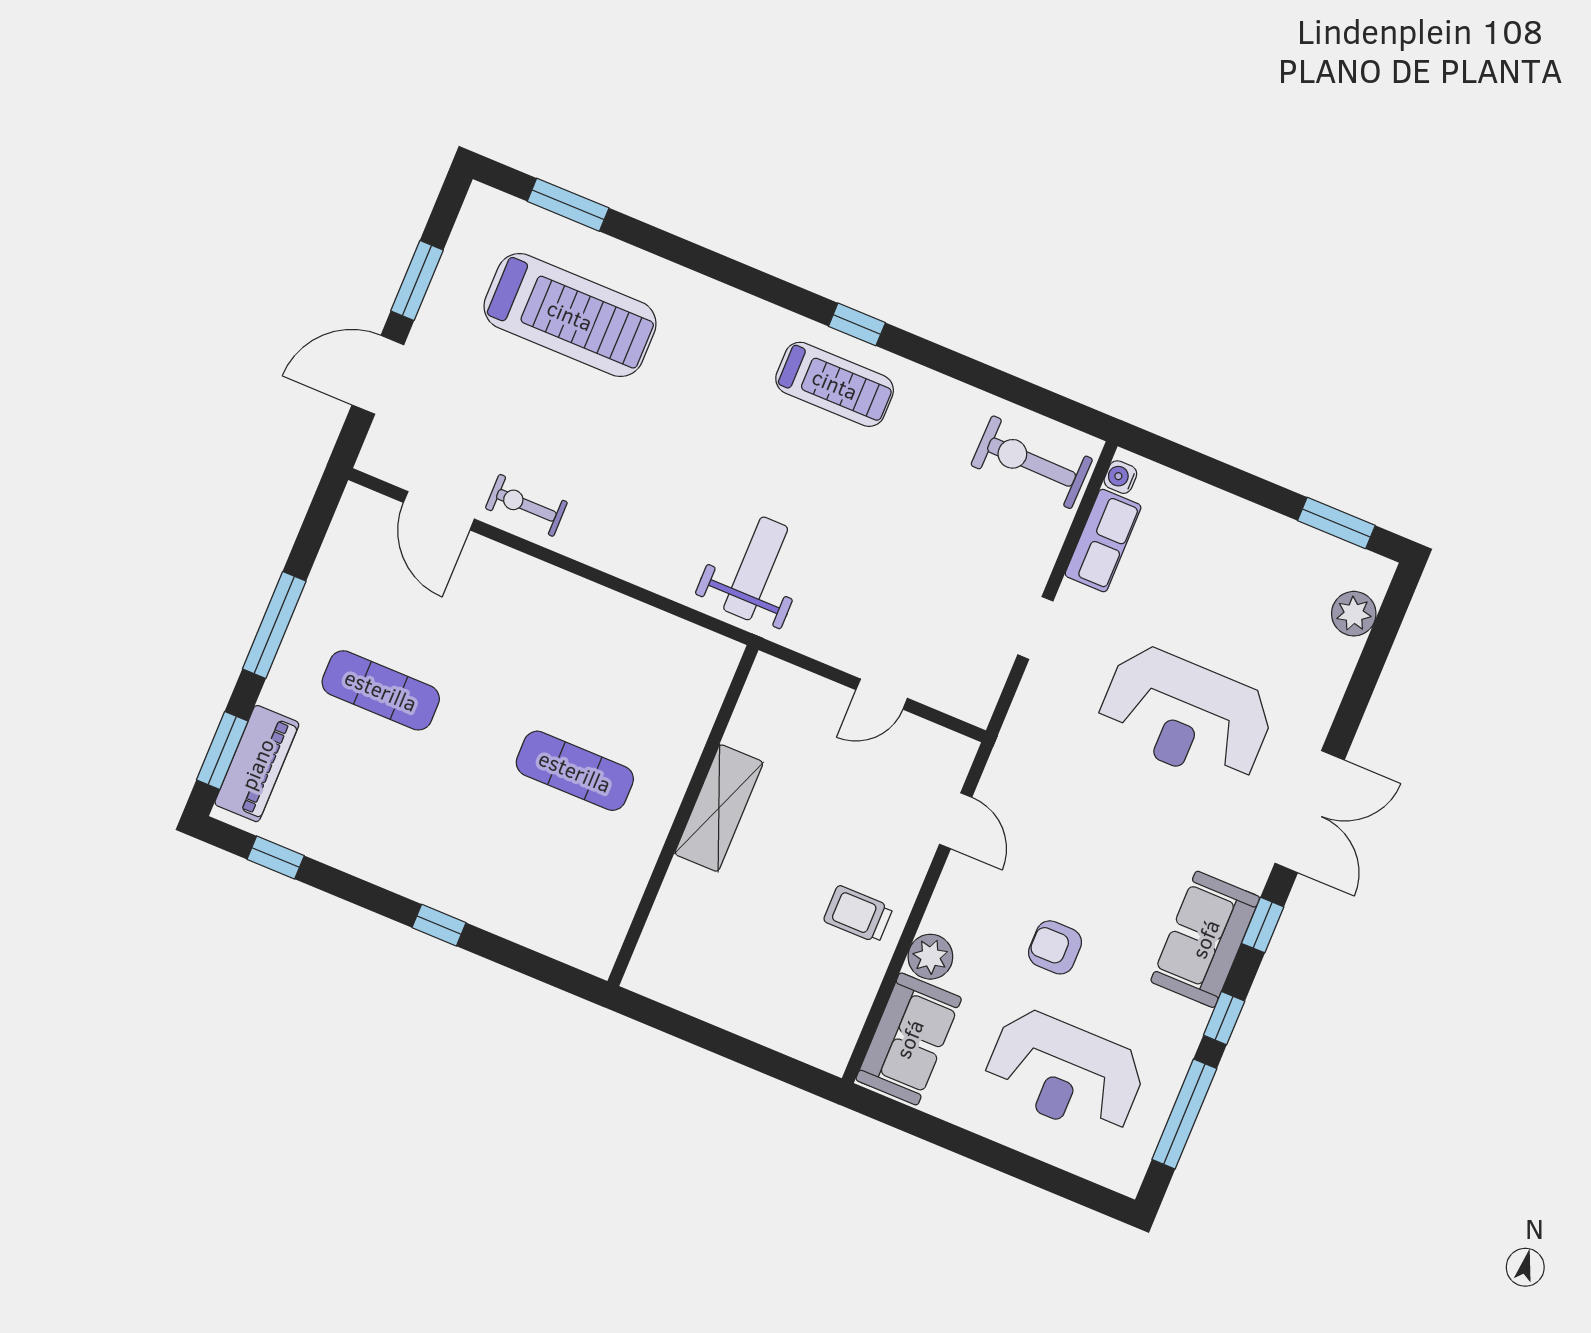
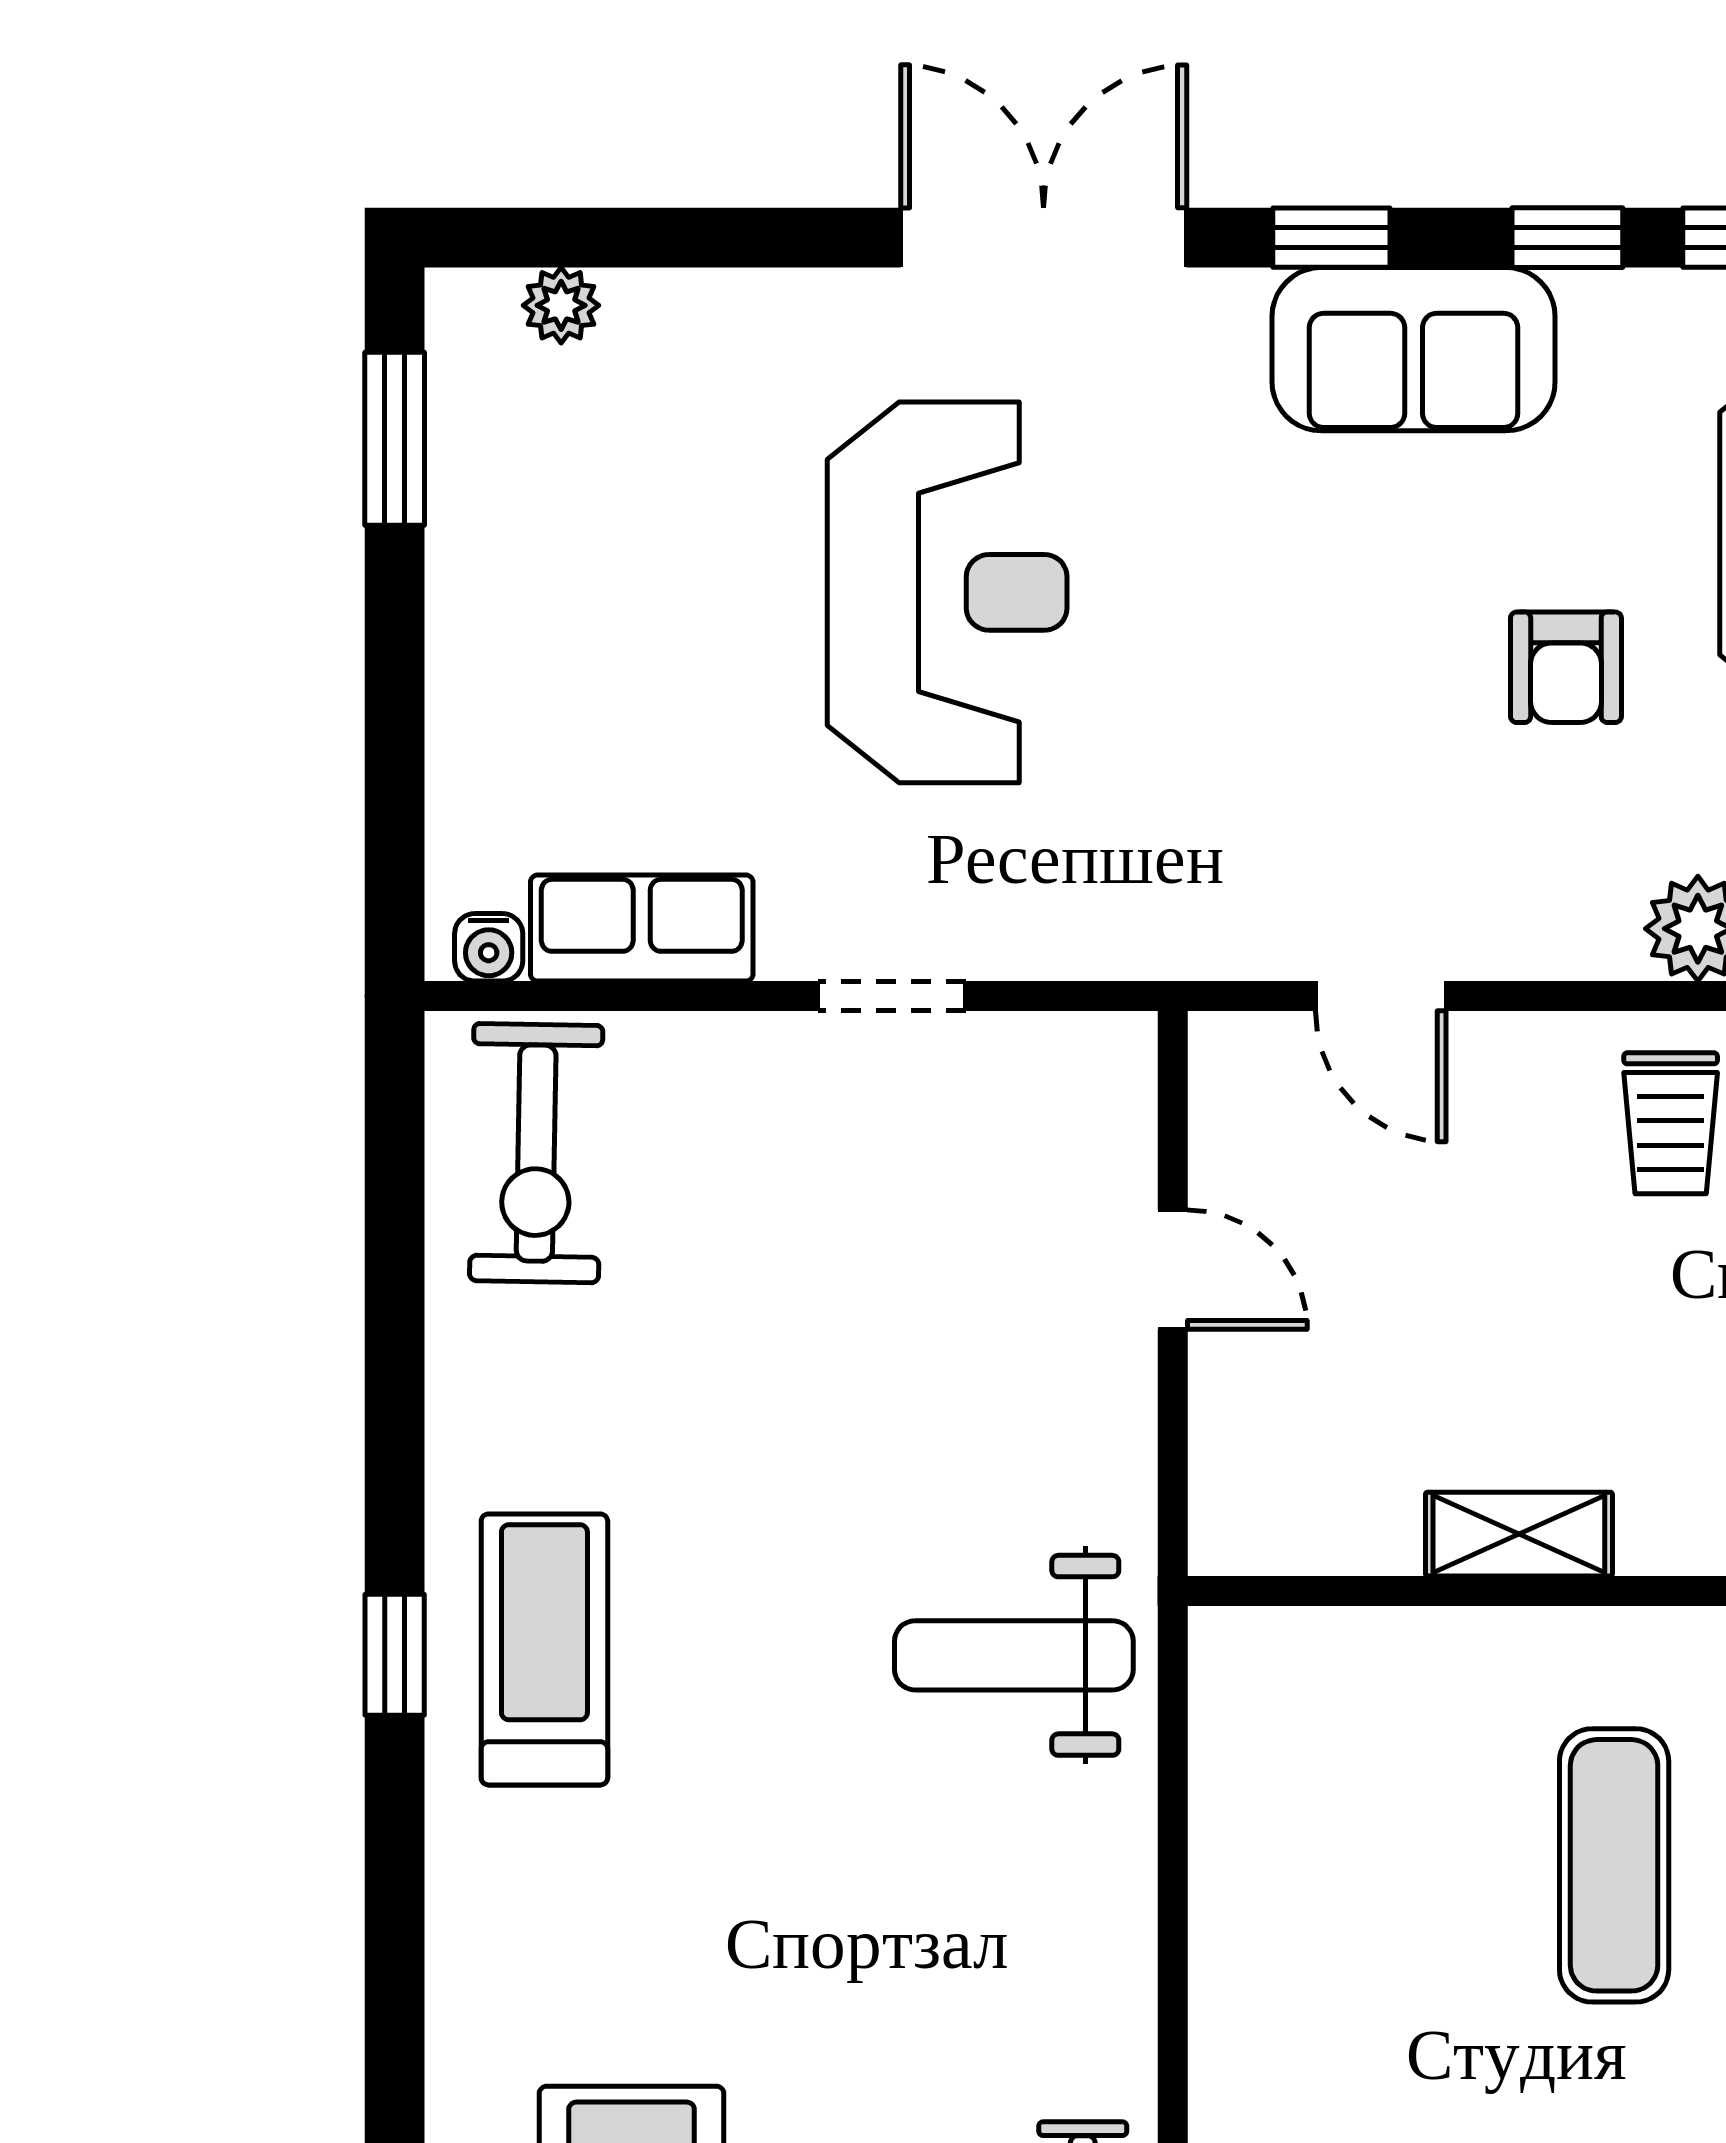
plant: (1354, 614) -> (561, 305), width x0.73, depth x0.73
shelving: (719, 808) -> (1519, 1534), width x0.67, depth x0.75
door: (956, 821) -> (1381, 996), swing flipped

